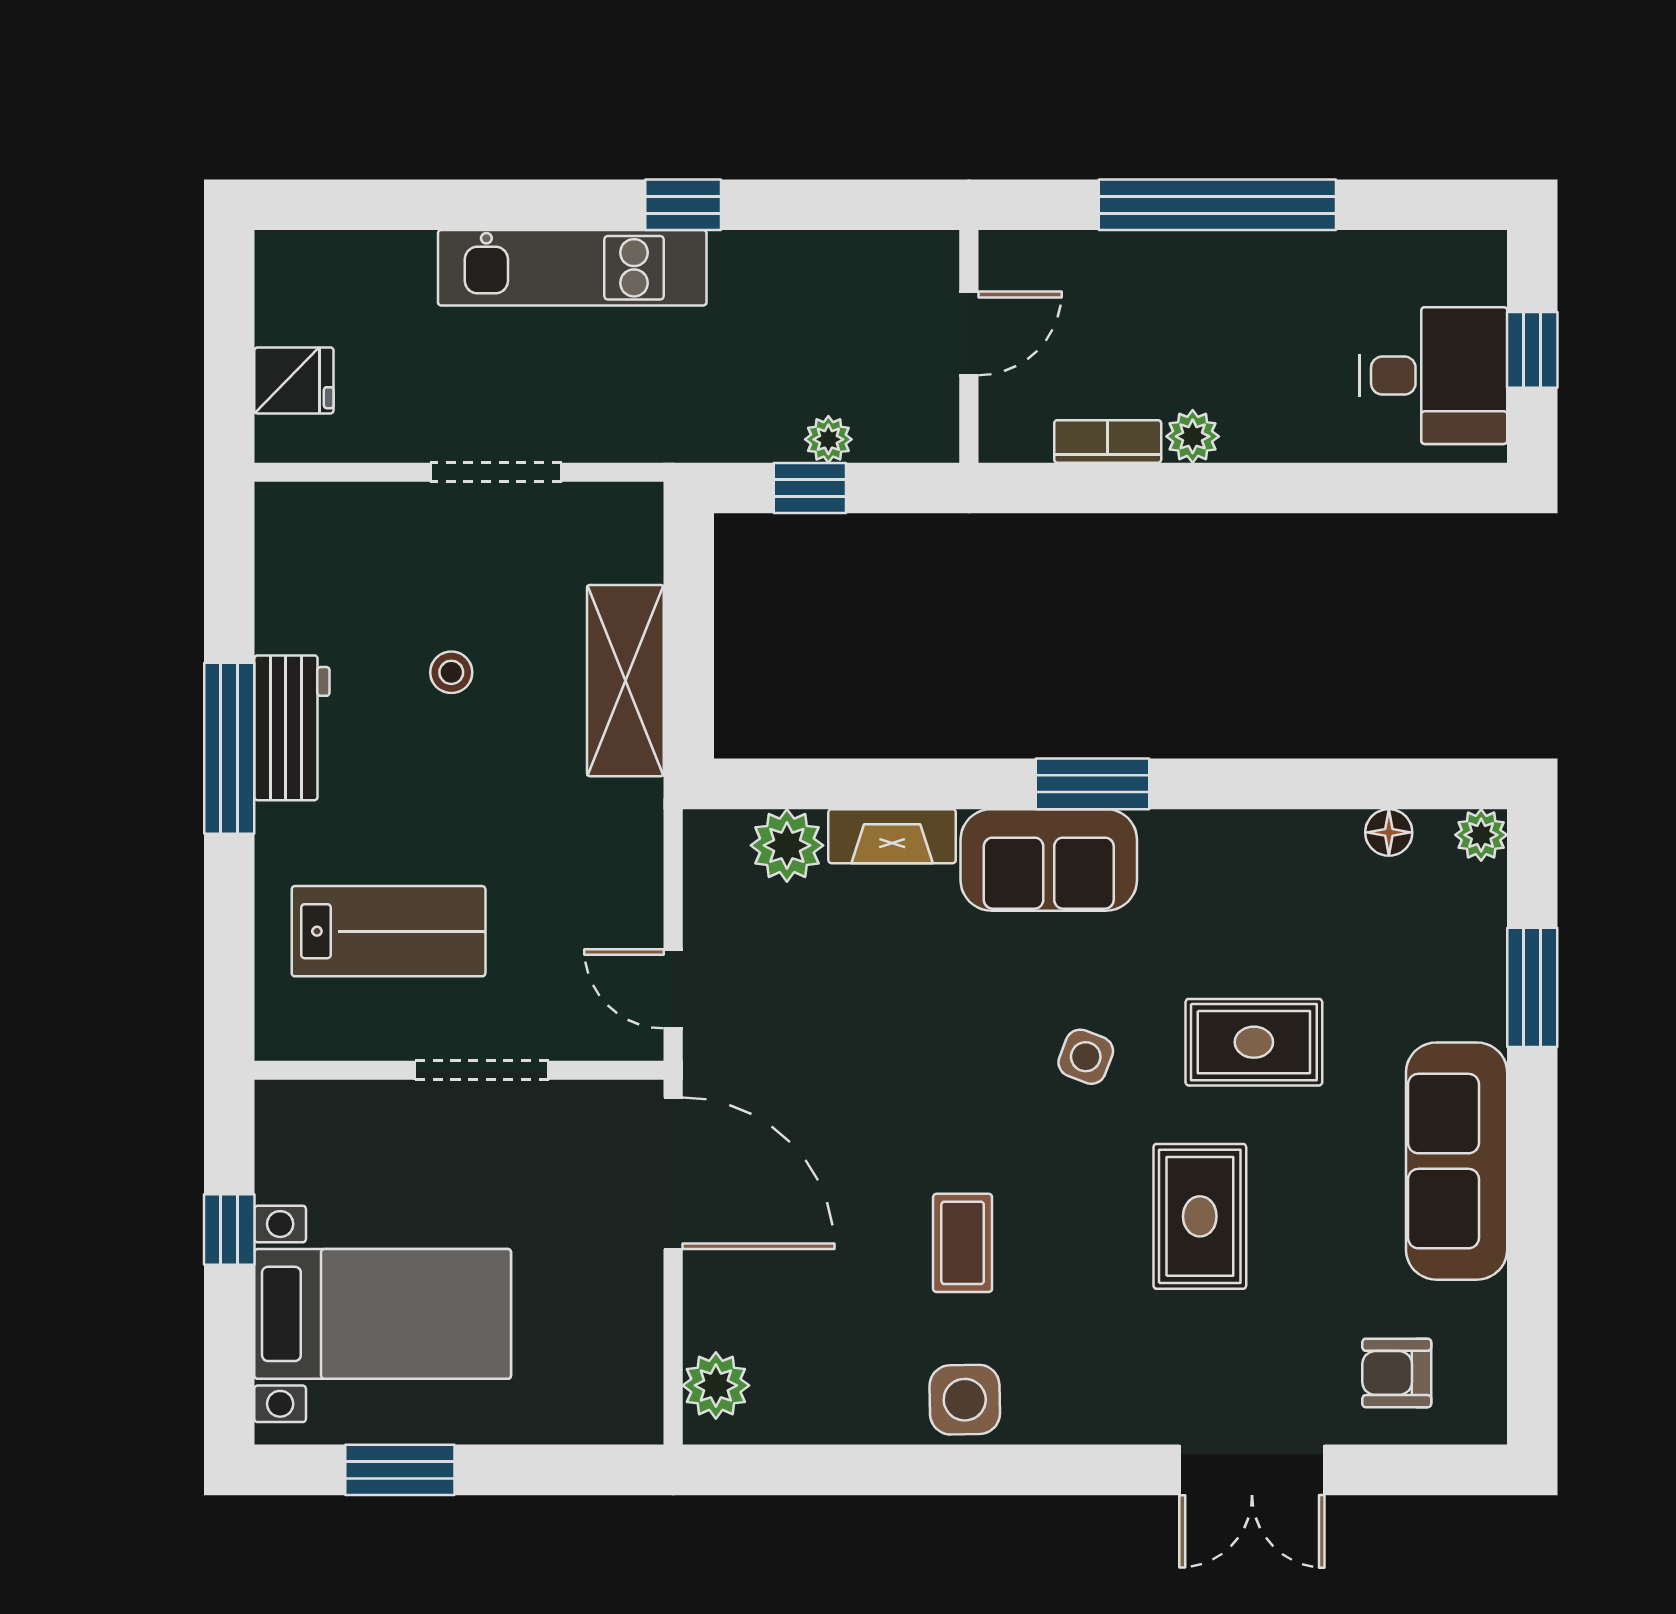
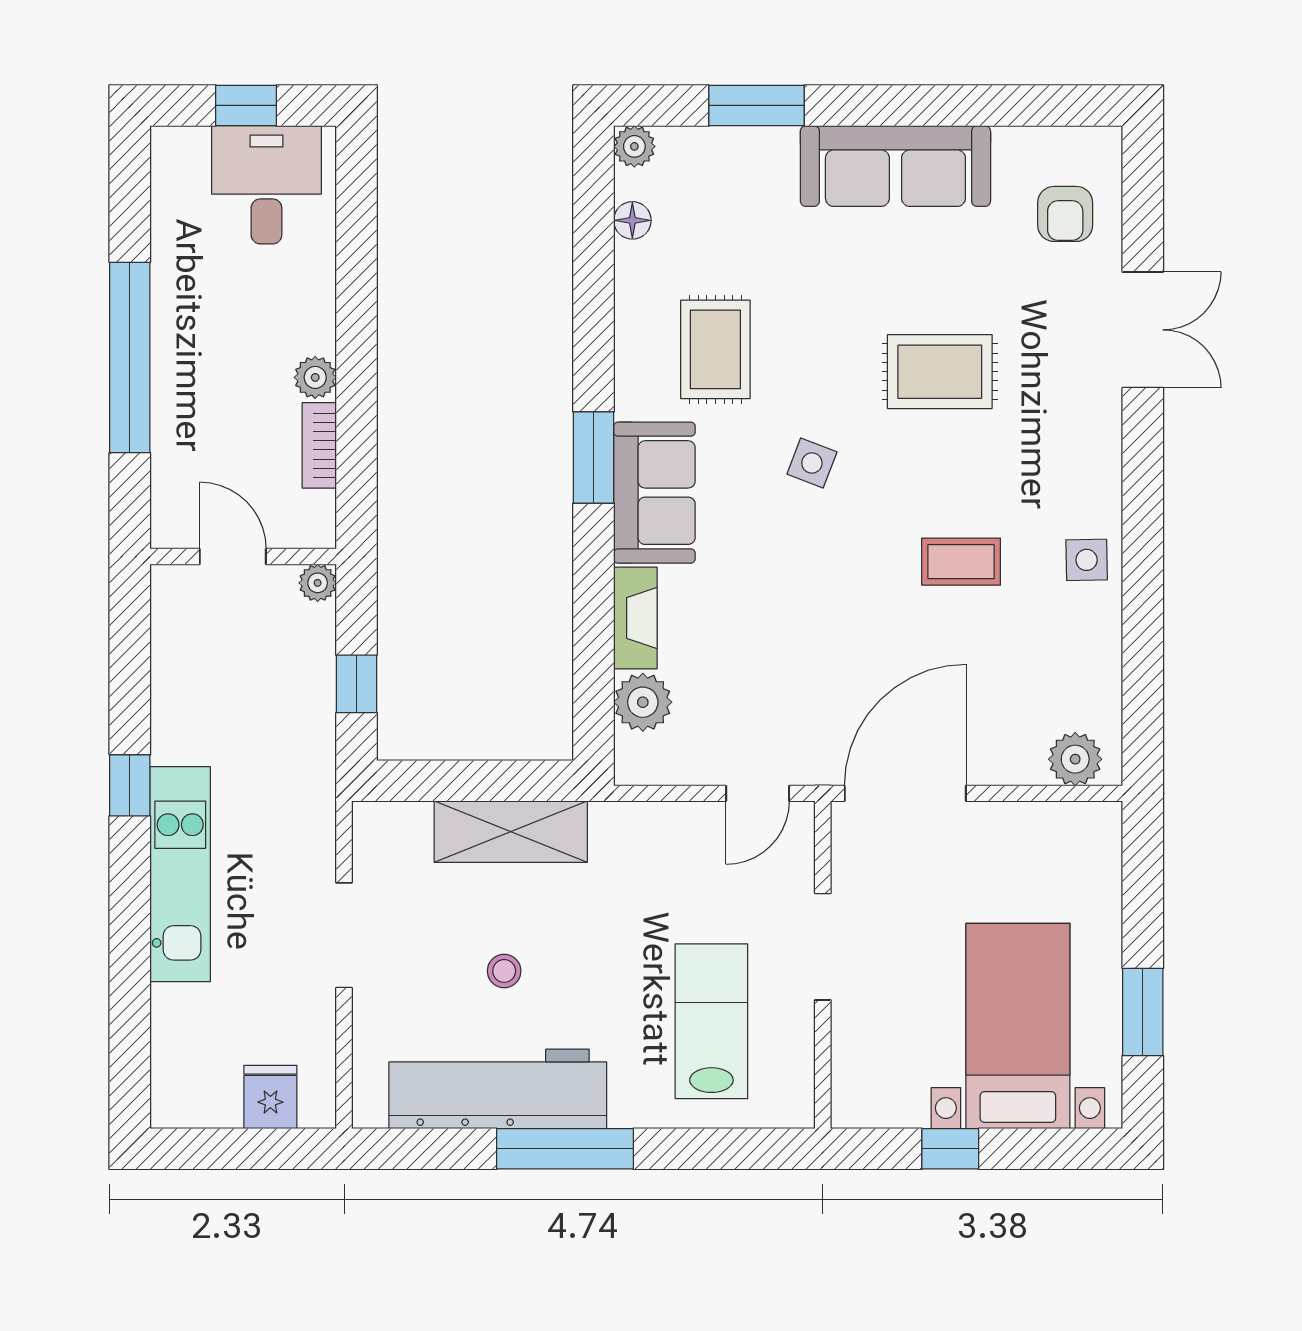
plant: (828, 439) -> (318, 583), moved
workbench: (292, 728) -> (498, 1089), width x1.88, depth x1.32
rug: (1254, 1042) -> (715, 349), moved
side table: (965, 1400) -> (1087, 560), width x0.73, depth x0.73

